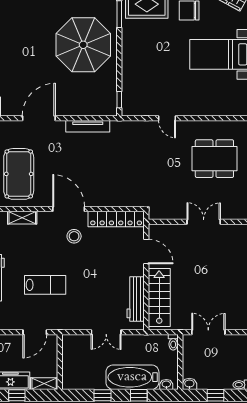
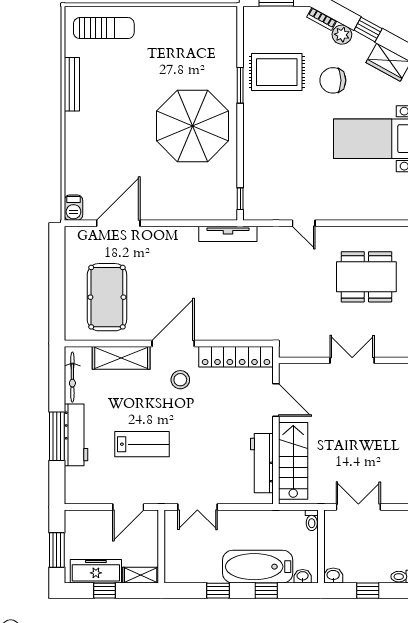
door: (39, 118) -> (118, 223), moved
tv unit: (88, 126) -> (228, 234), moved
door: (69, 209) -> (173, 343), hinge flipped
shelving: (22, 218) -> (121, 358), width x1.50, depth x1.33
double door: (106, 332) -> (197, 507), moved

